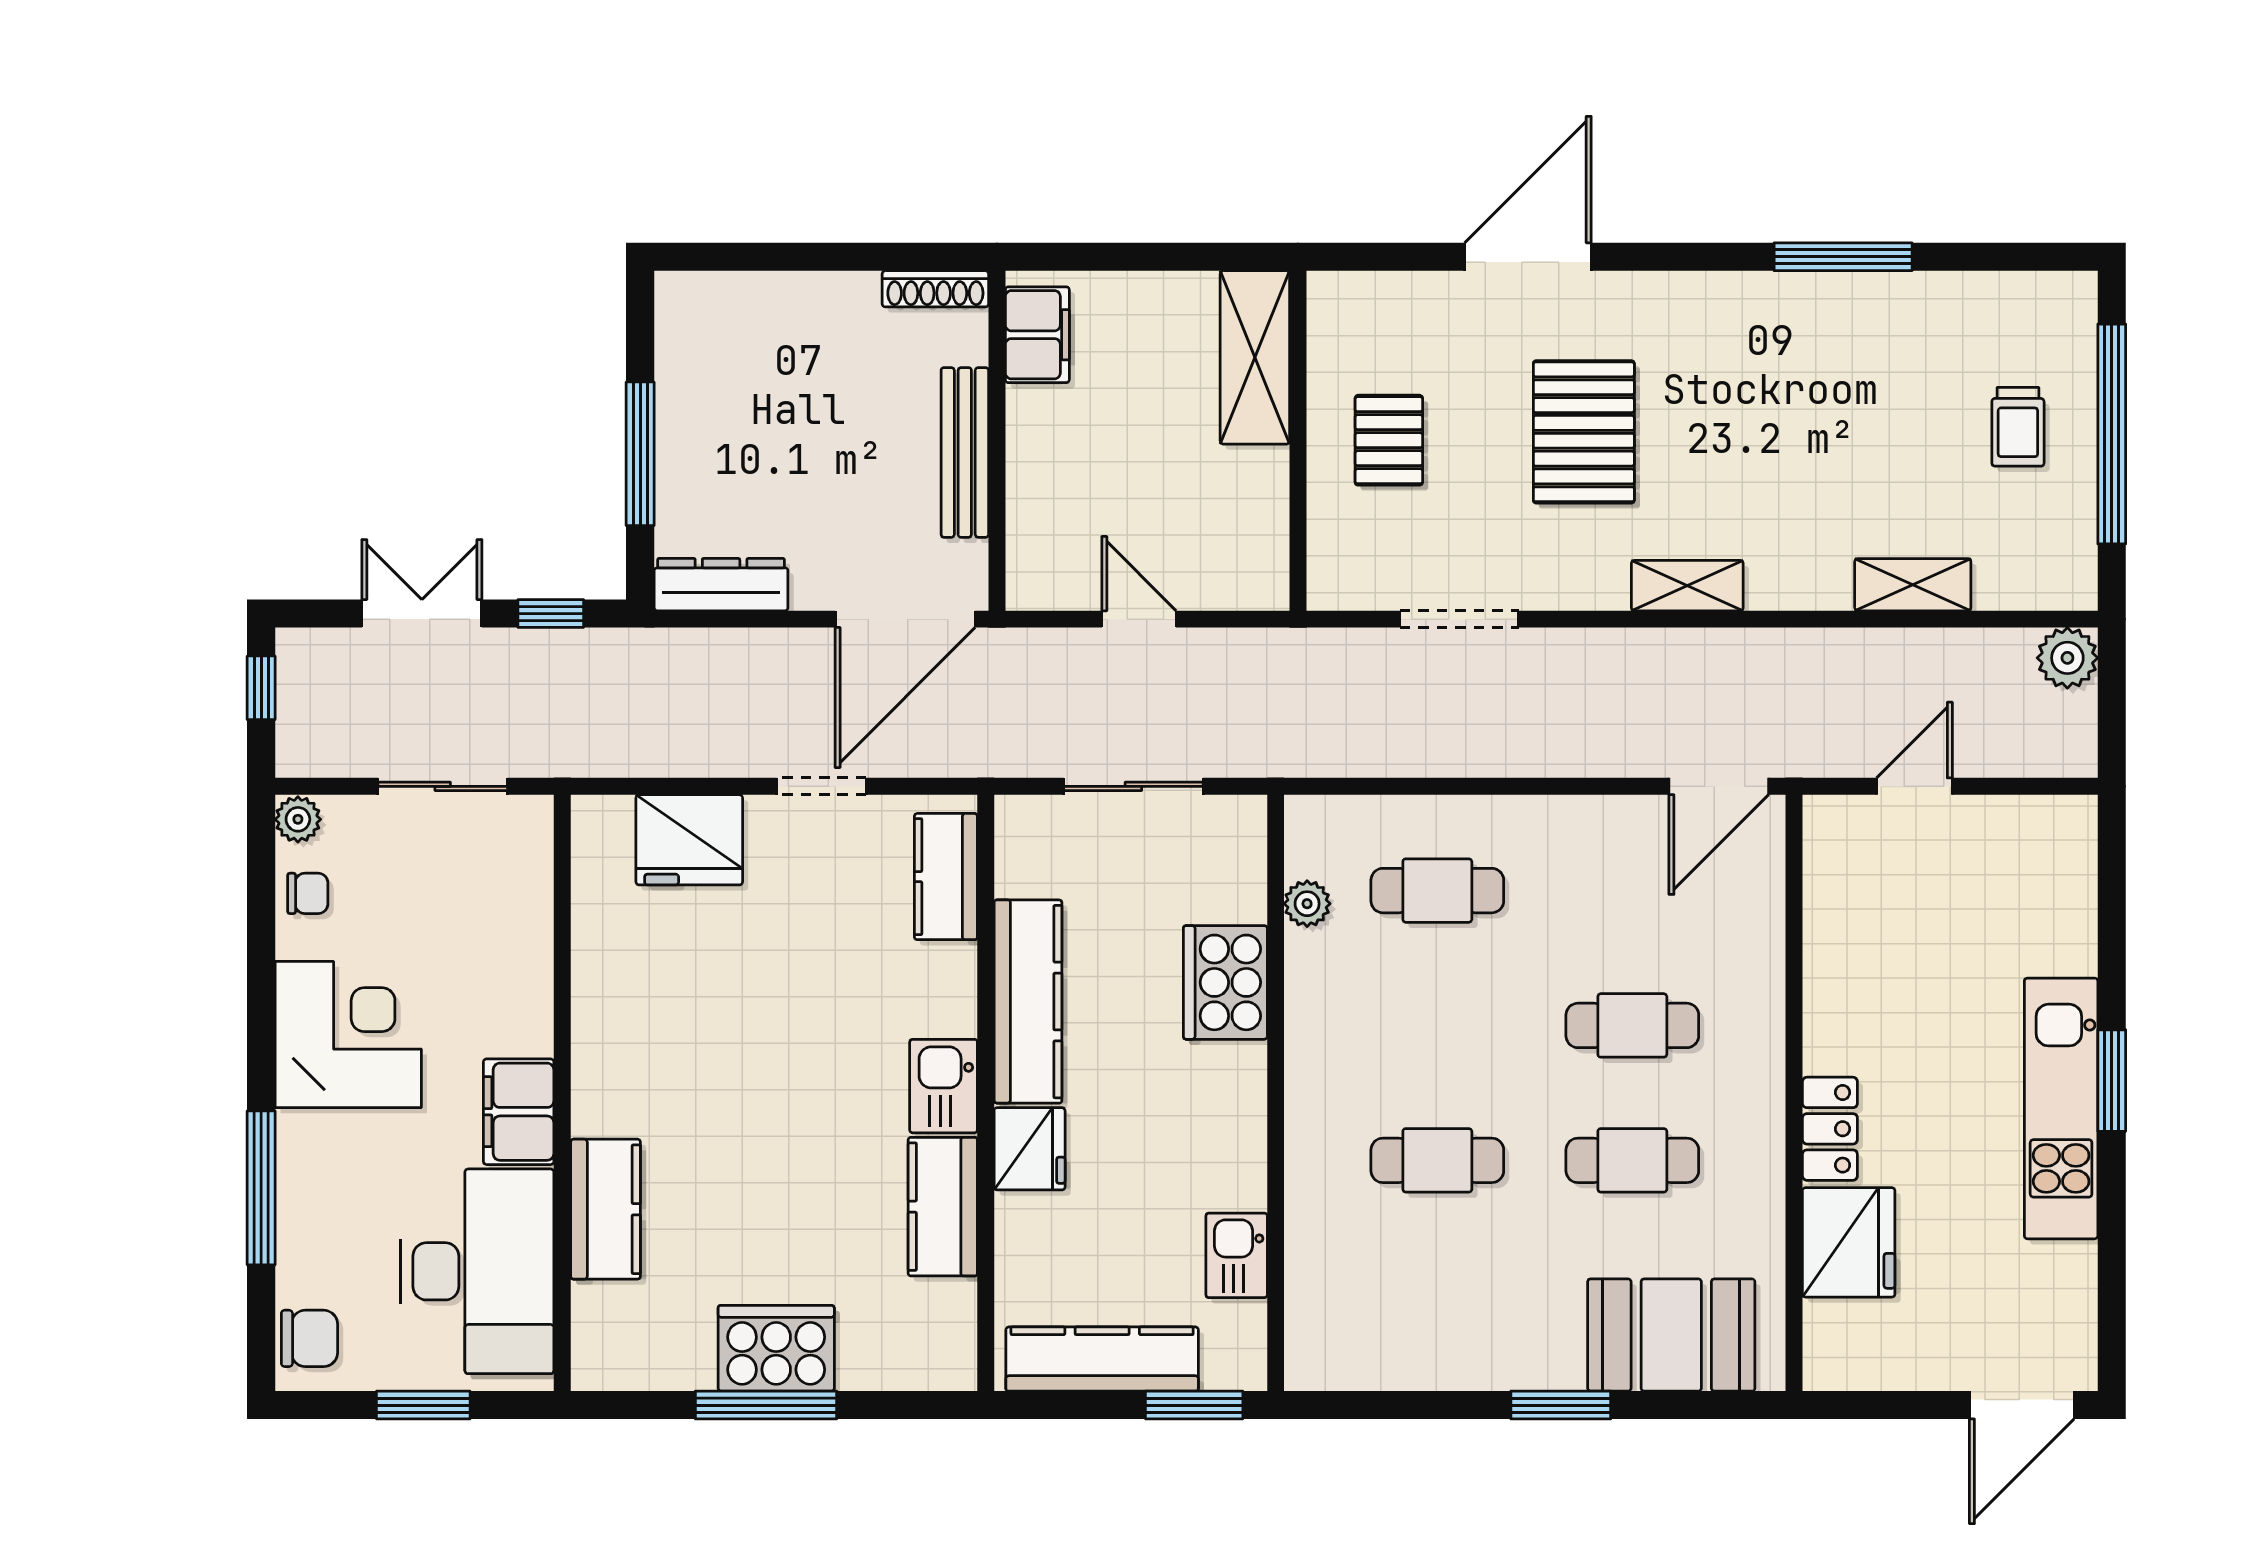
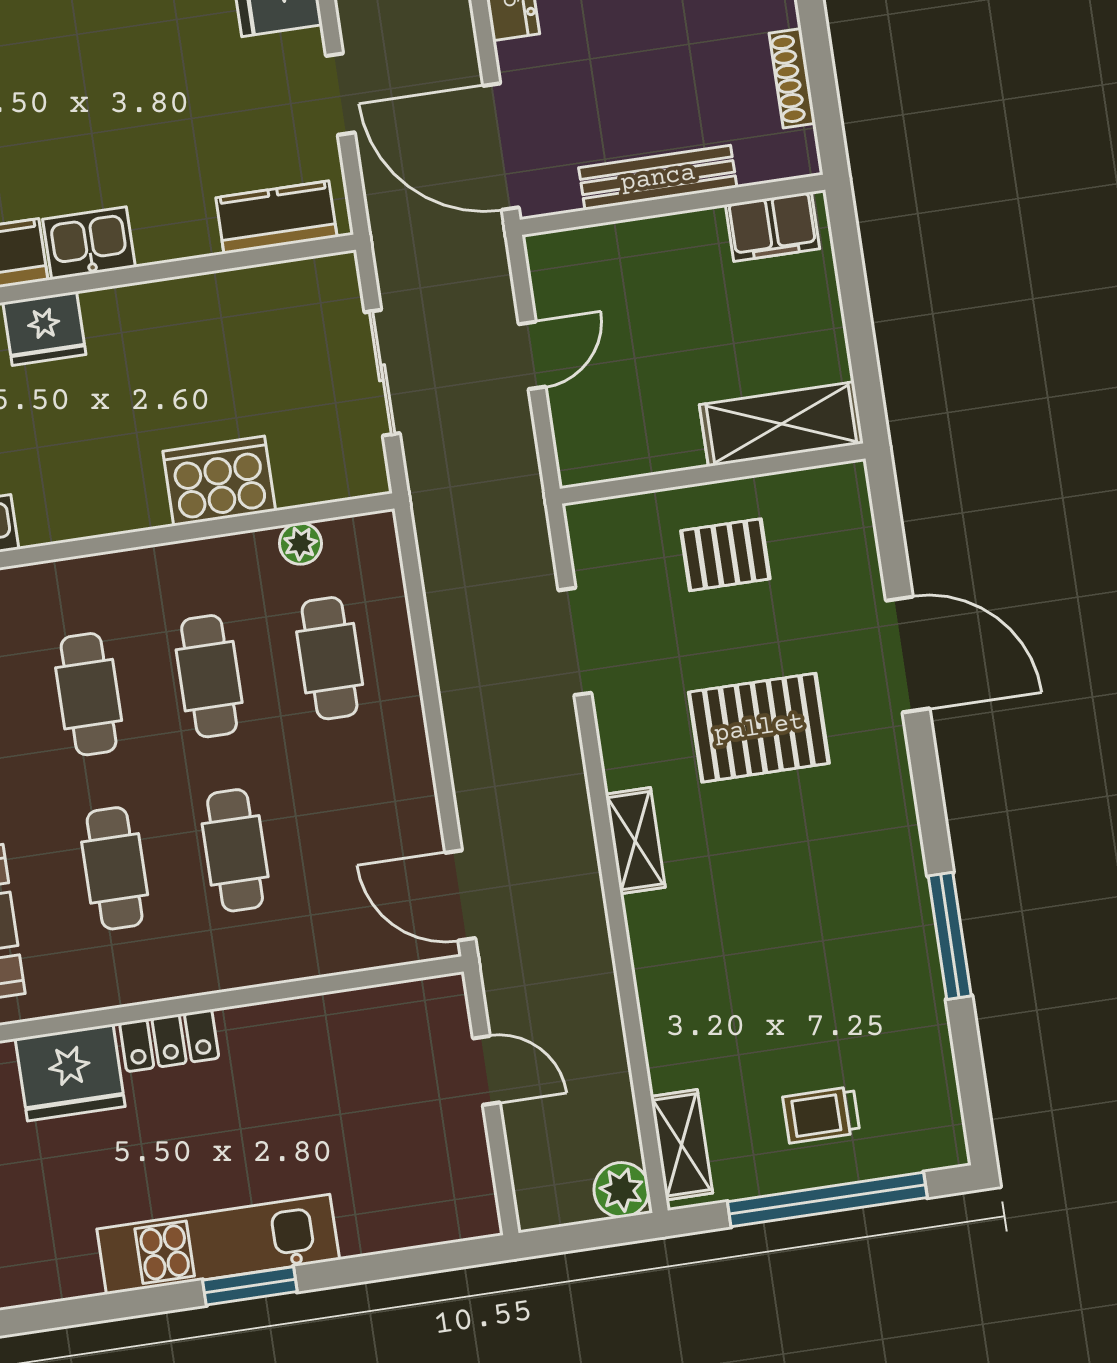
shoe rack: (935, 289) -> (792, 78), moved
shelving: (1913, 585) -> (682, 1145), moved
kitchen counter: (1028, 1002) -> (176, 307), removed
cafe table: (1437, 1025) -> (209, 676), added

